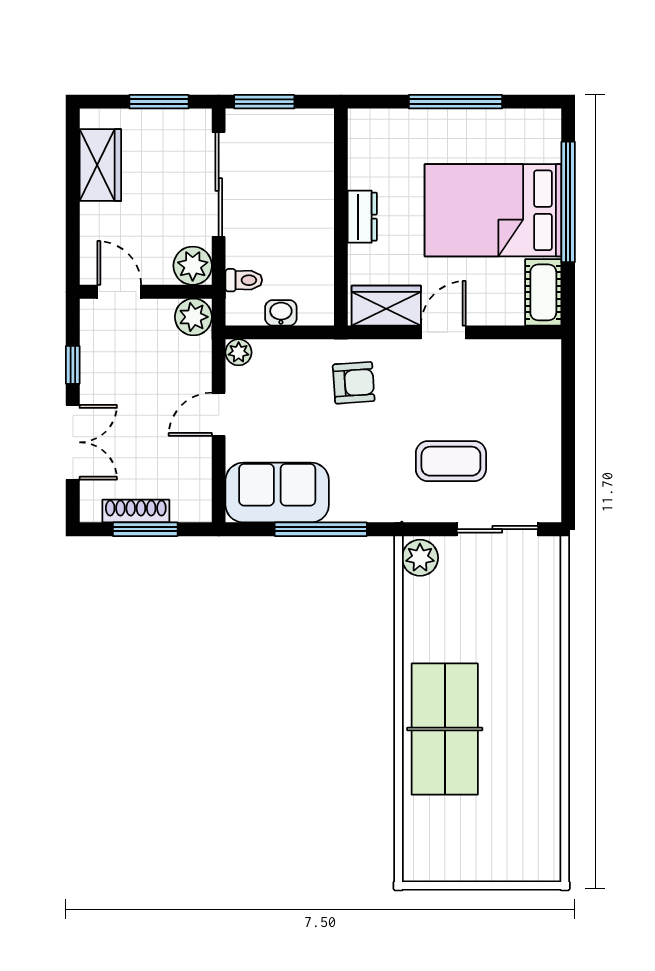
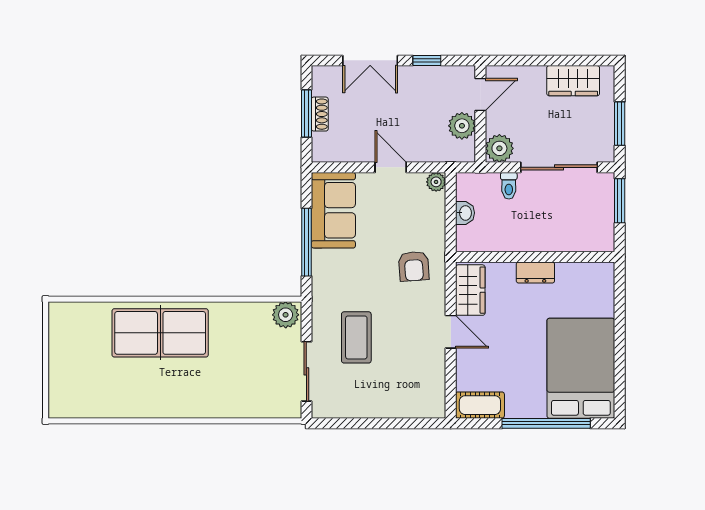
window: (456, 102) -> (620, 341), removed
bed: (493, 210) -> (581, 368), moved
toilet: (244, 280) -> (509, 186), moved
plant: (193, 317) -> (462, 126), moved
shoe rack: (136, 511) -> (320, 114), width x0.70

